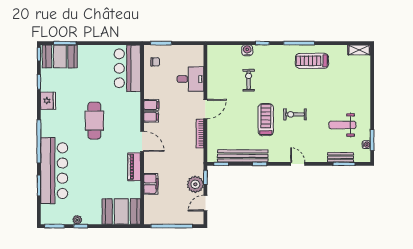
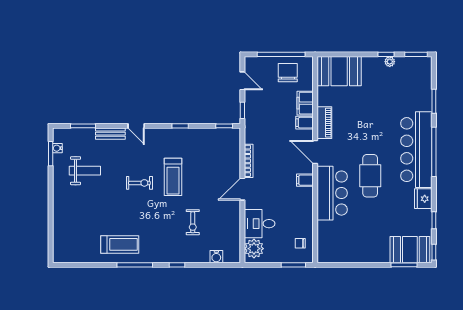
water cooler: (247, 50) -> (216, 257), moved
shelving: (359, 50) -> (66, 257), removed
bar counter: (127, 68) -> (332, 193), moved
filing cabinet: (151, 105) -> (305, 123), moved
bench: (243, 156) -> (199, 135), removed
bench: (341, 157) -> (110, 134), moved
bar counter: (54, 171) -> (416, 150), moved
plant: (195, 184) -> (254, 249), moved
door: (205, 203) -> (242, 81), hinge flipped
chair: (166, 210) -> (288, 73), added

